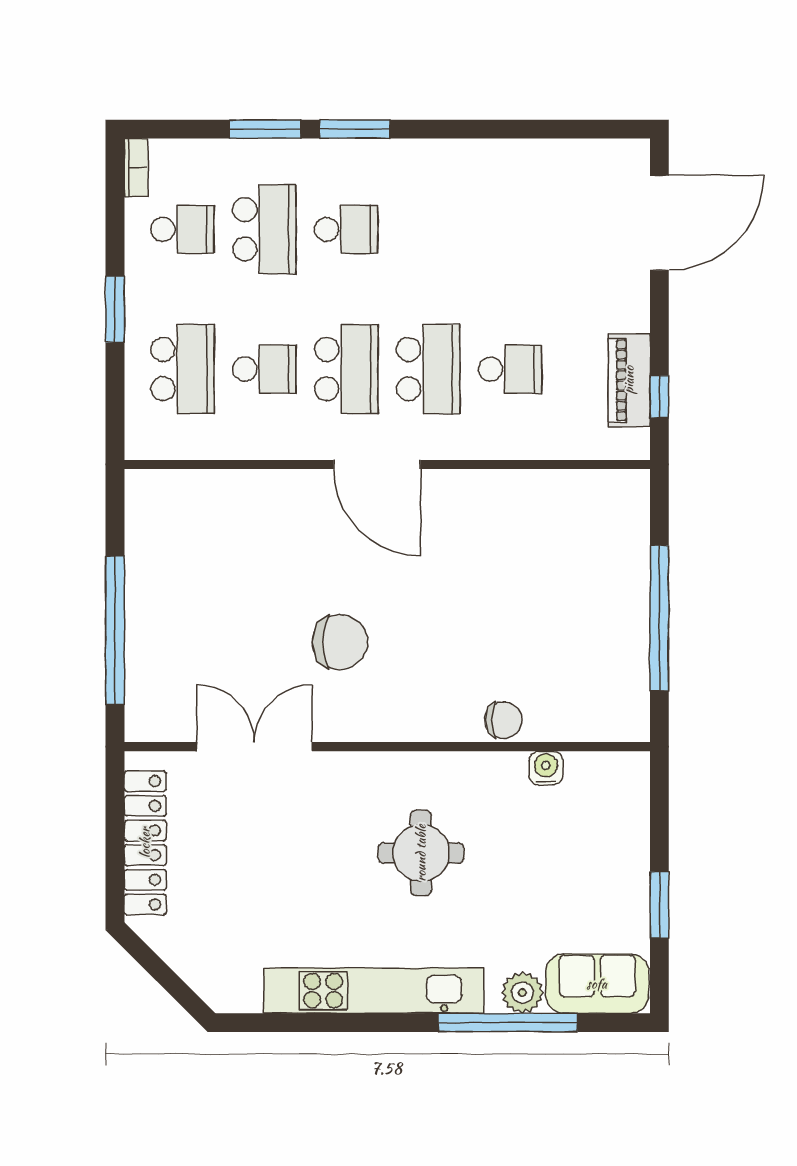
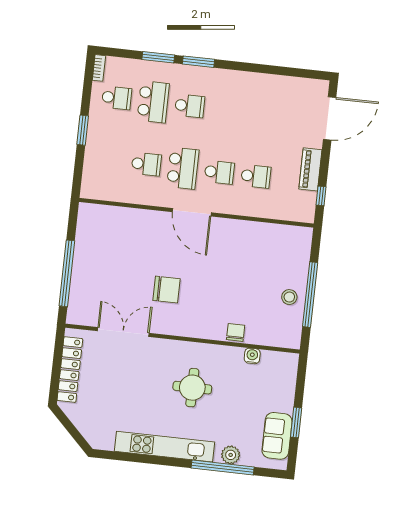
school desk: (182, 369) -> (110, 160), removed
school desk: (428, 369) -> (219, 172), width x0.54
piano: (629, 380) -> (310, 169), moved
stool: (614, 628) -> (289, 297), added
chair: (503, 720) -> (236, 332), turned -90
sofa: (597, 984) -> (277, 436), moved, turned -90

